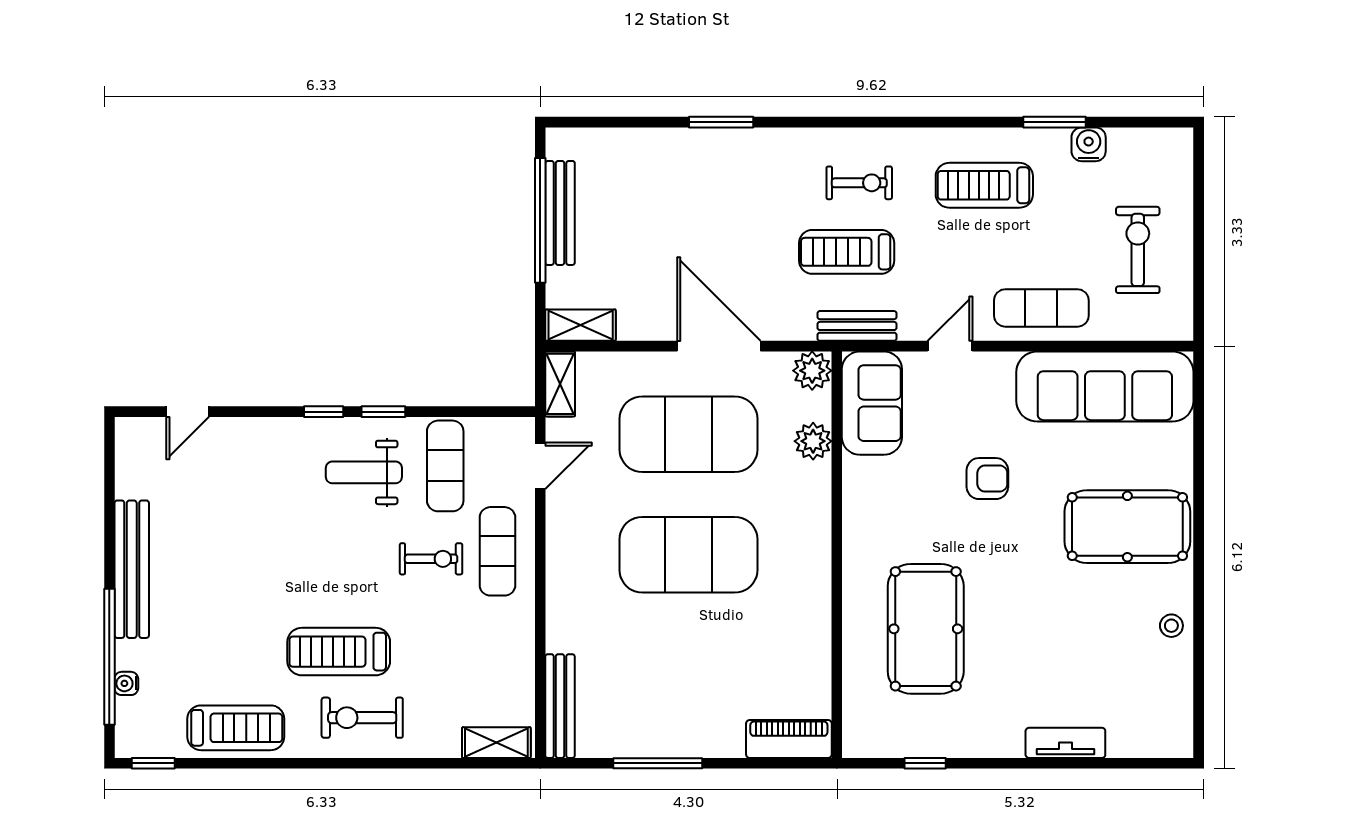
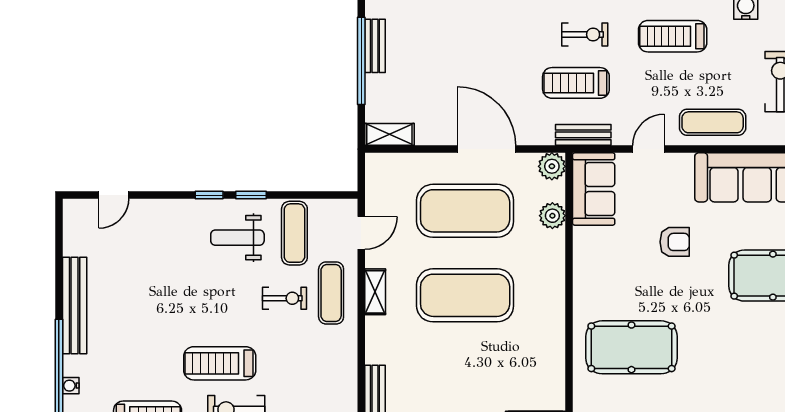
bench: (560, 213) -> (375, 46), width x0.73
shelving: (560, 384) -> (375, 292), moved
pool table: (926, 629) -> (631, 347), turned 90

